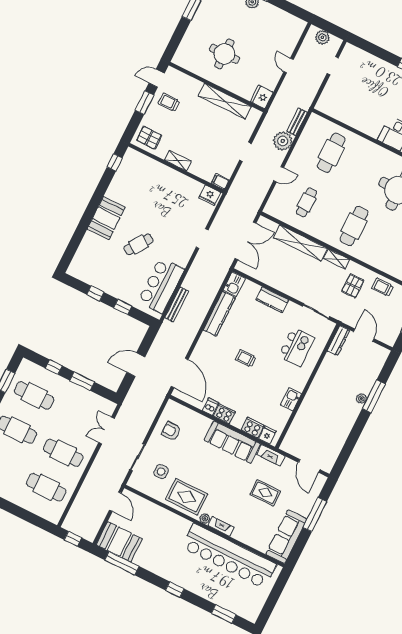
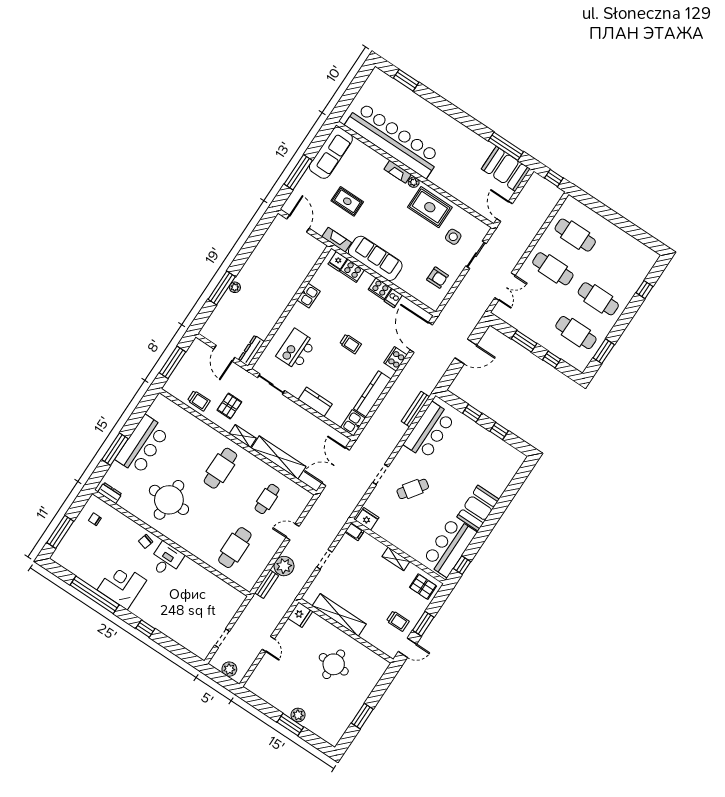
bar counter: (128, 178) -> (450, 547), added
cafe table: (138, 244) -> (413, 489), moved
cooker: (201, 350) -> (395, 359), added
window: (175, 590) -> (454, 112), removed

